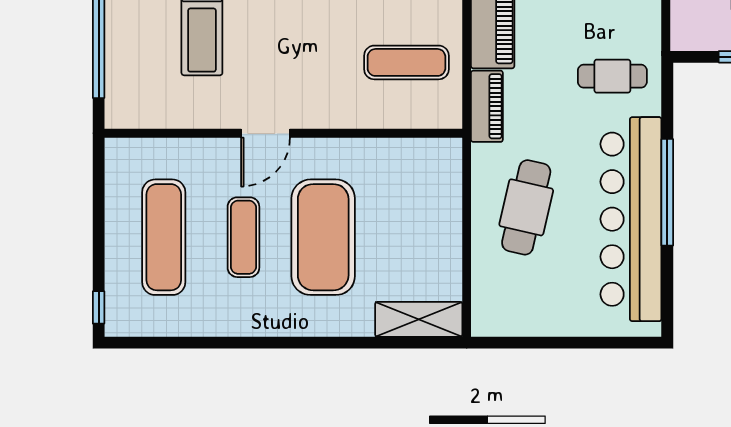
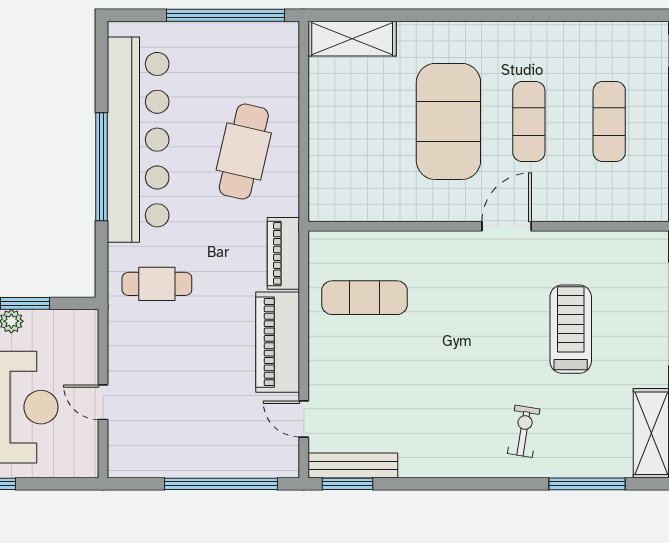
exercise mat: (164, 237) -> (609, 121), width x0.73, depth x0.69
window: (544, 343) -> (225, 15), added

